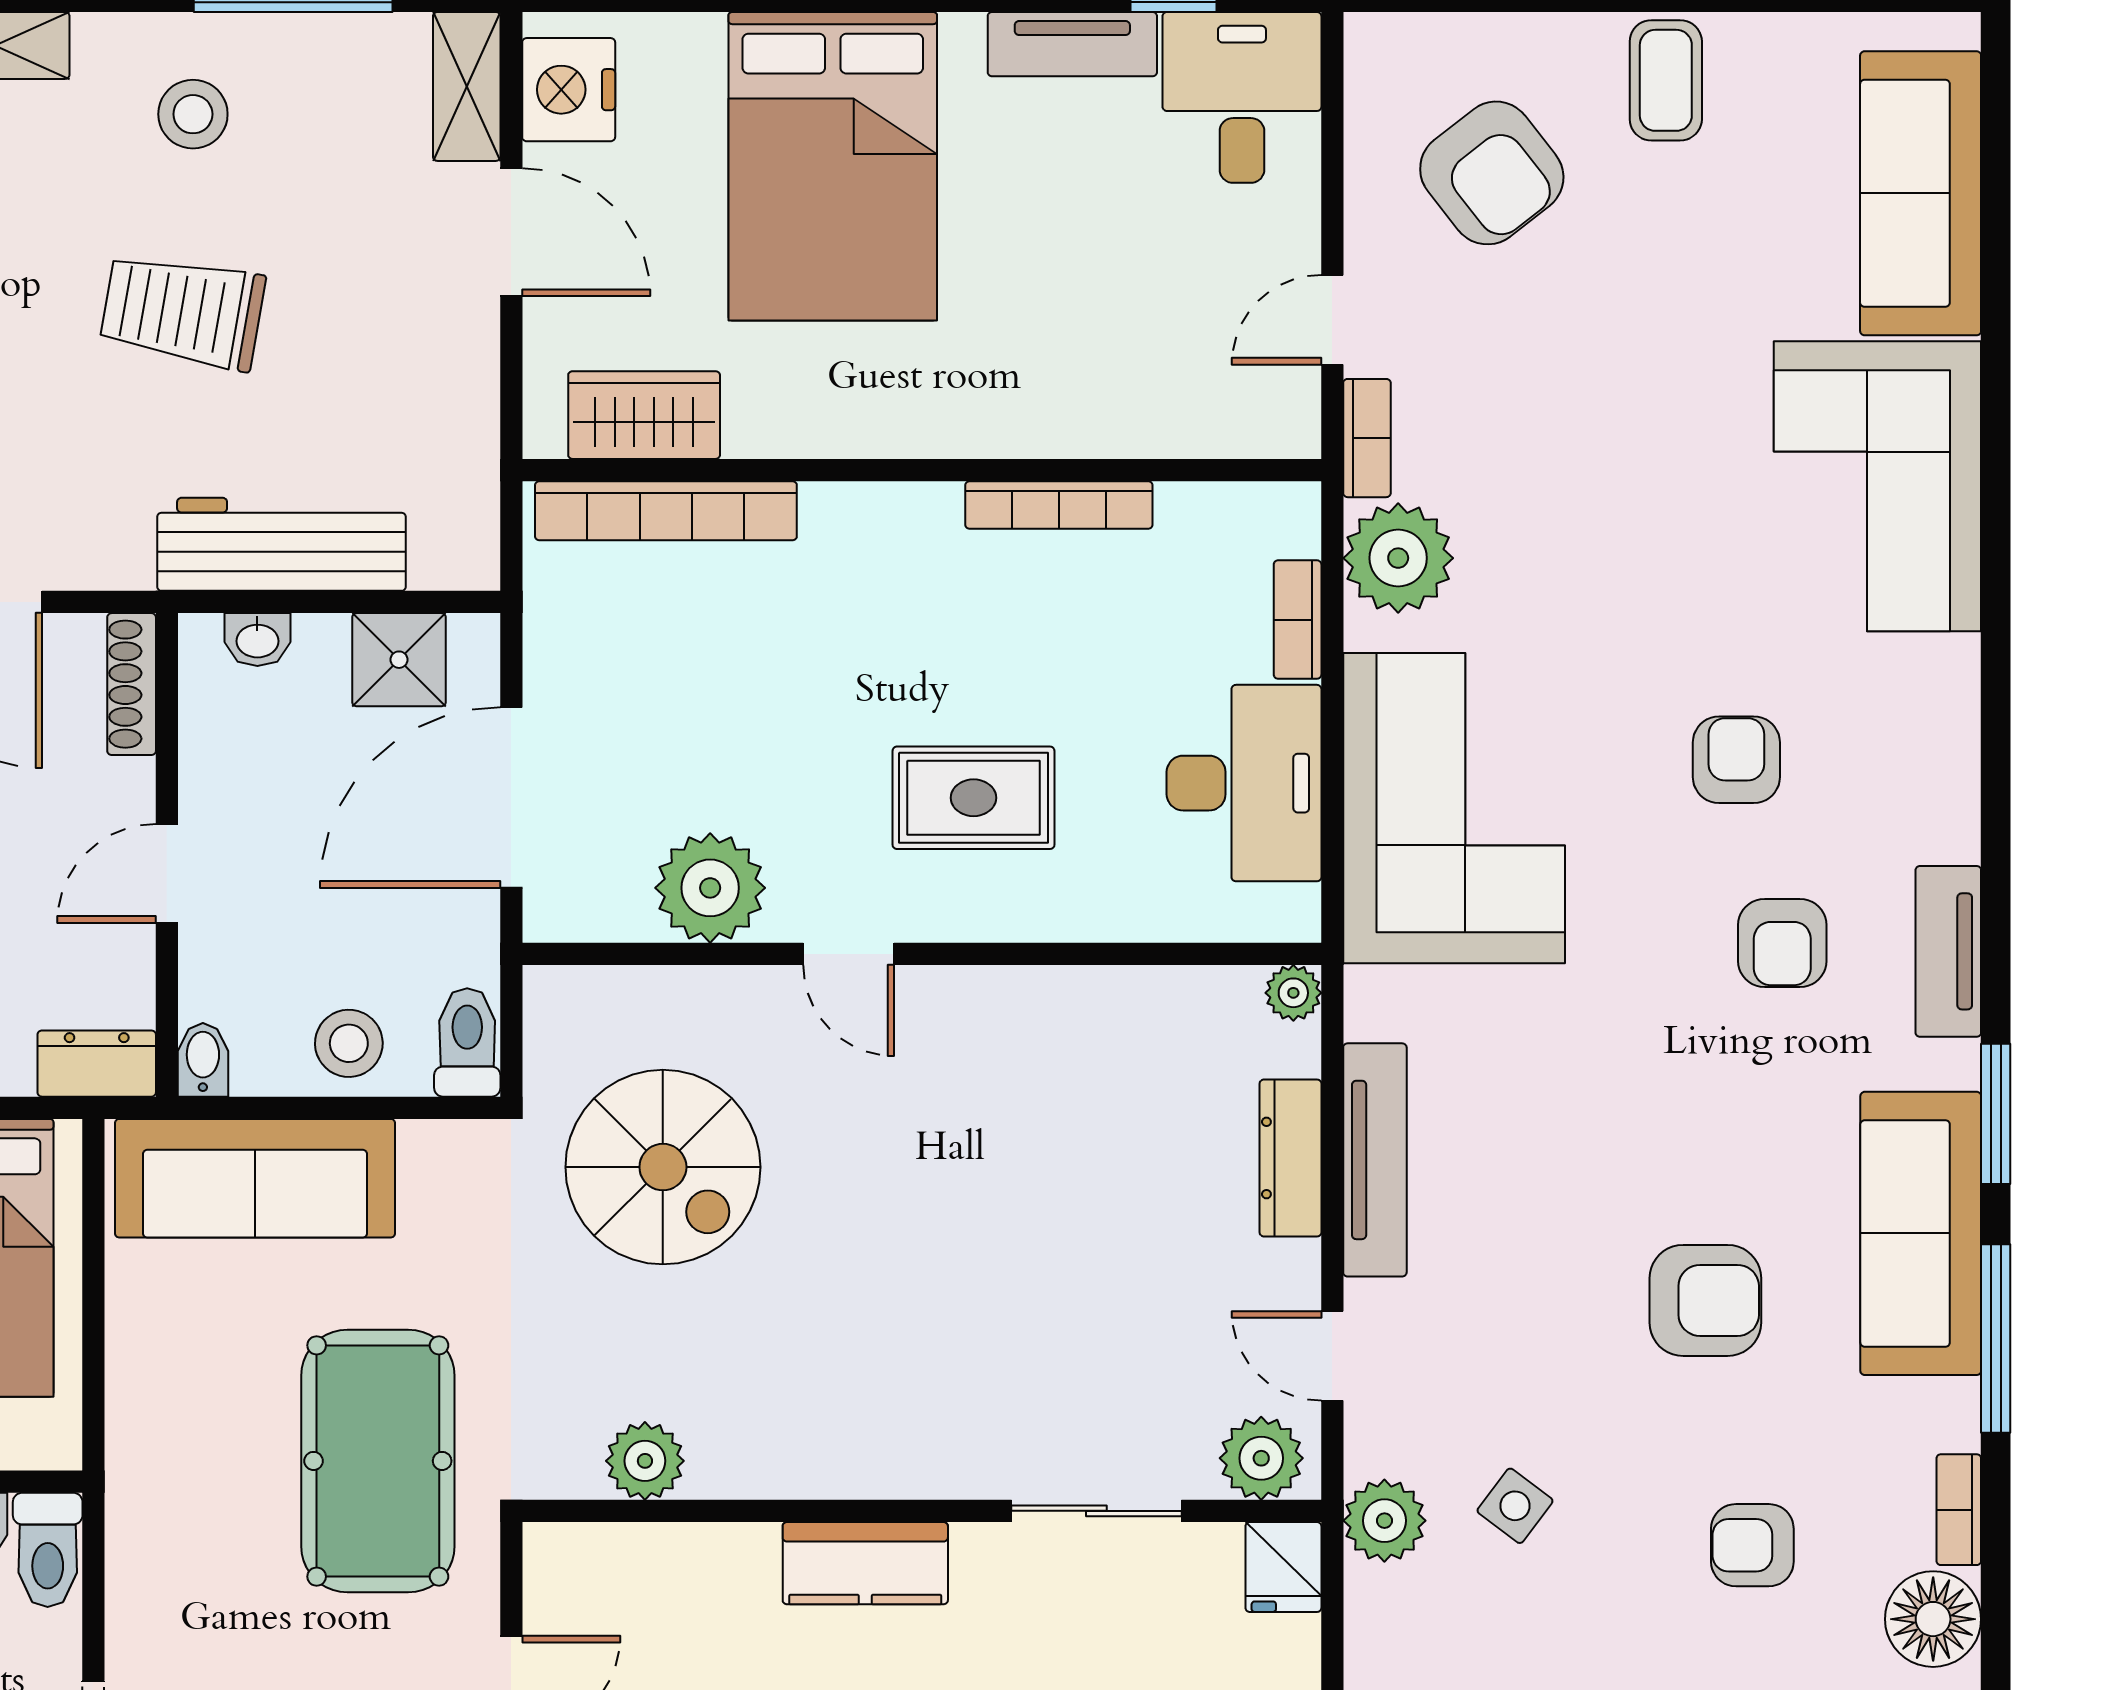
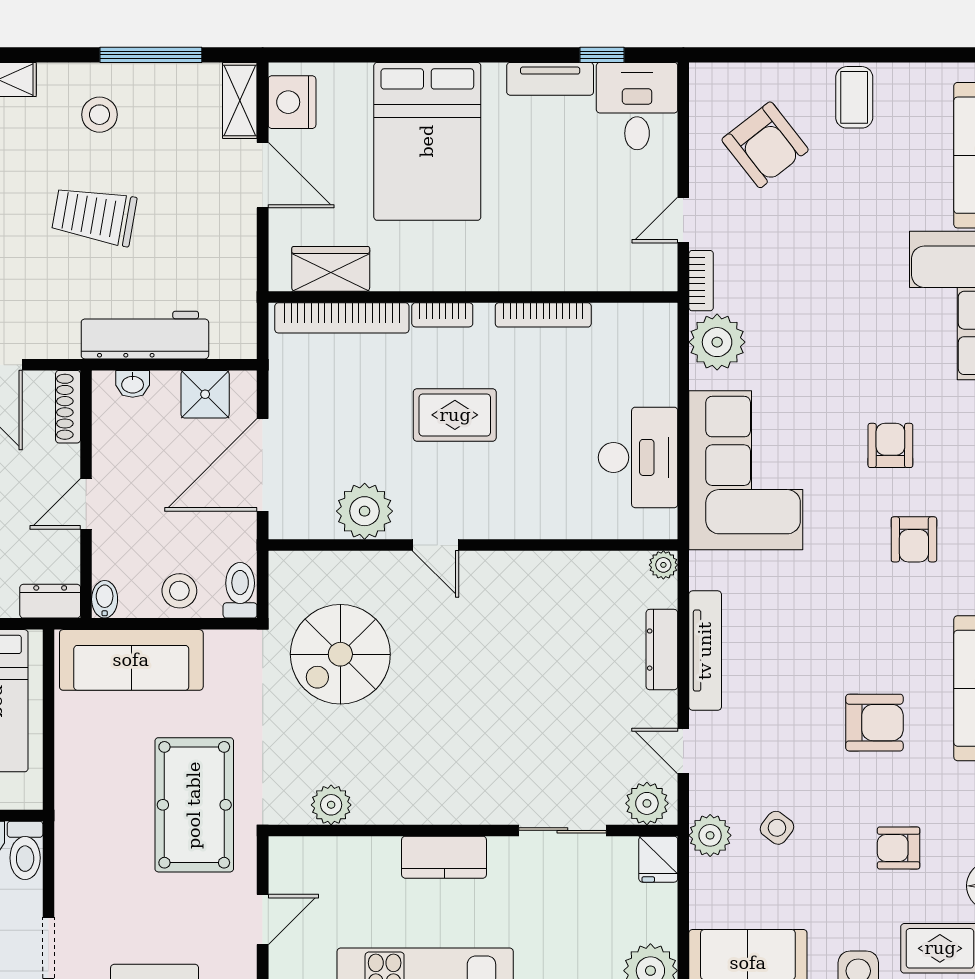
bookcase: (1298, 620) -> (442, 315), moved, turned -90
rug: (974, 798) -> (455, 415), moved
spiral stairs: (663, 1167) -> (340, 654), turned 90

